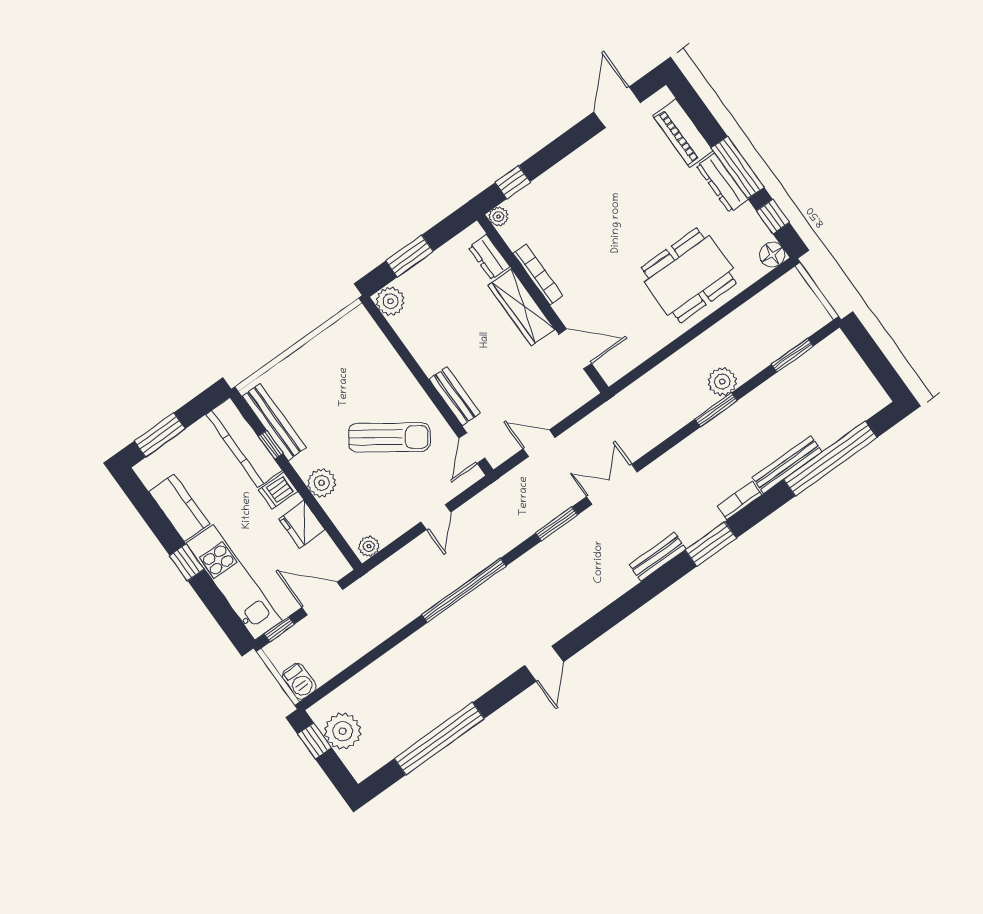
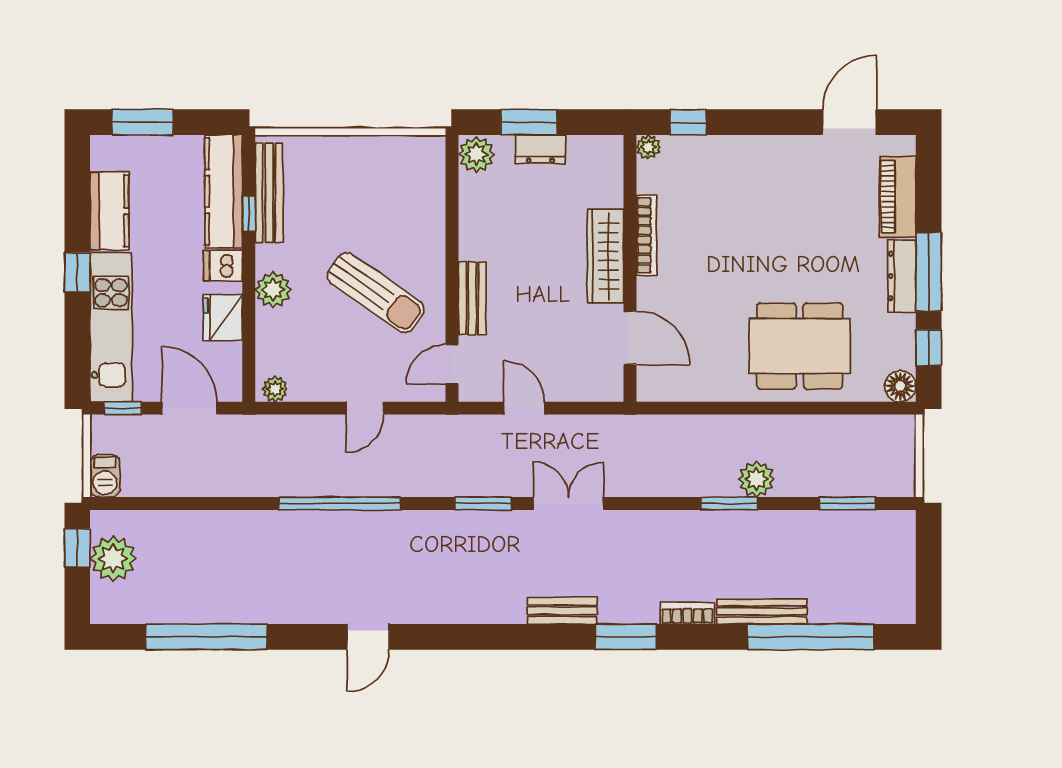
dresser: (489, 257) -> (540, 149), moved, turned -90

